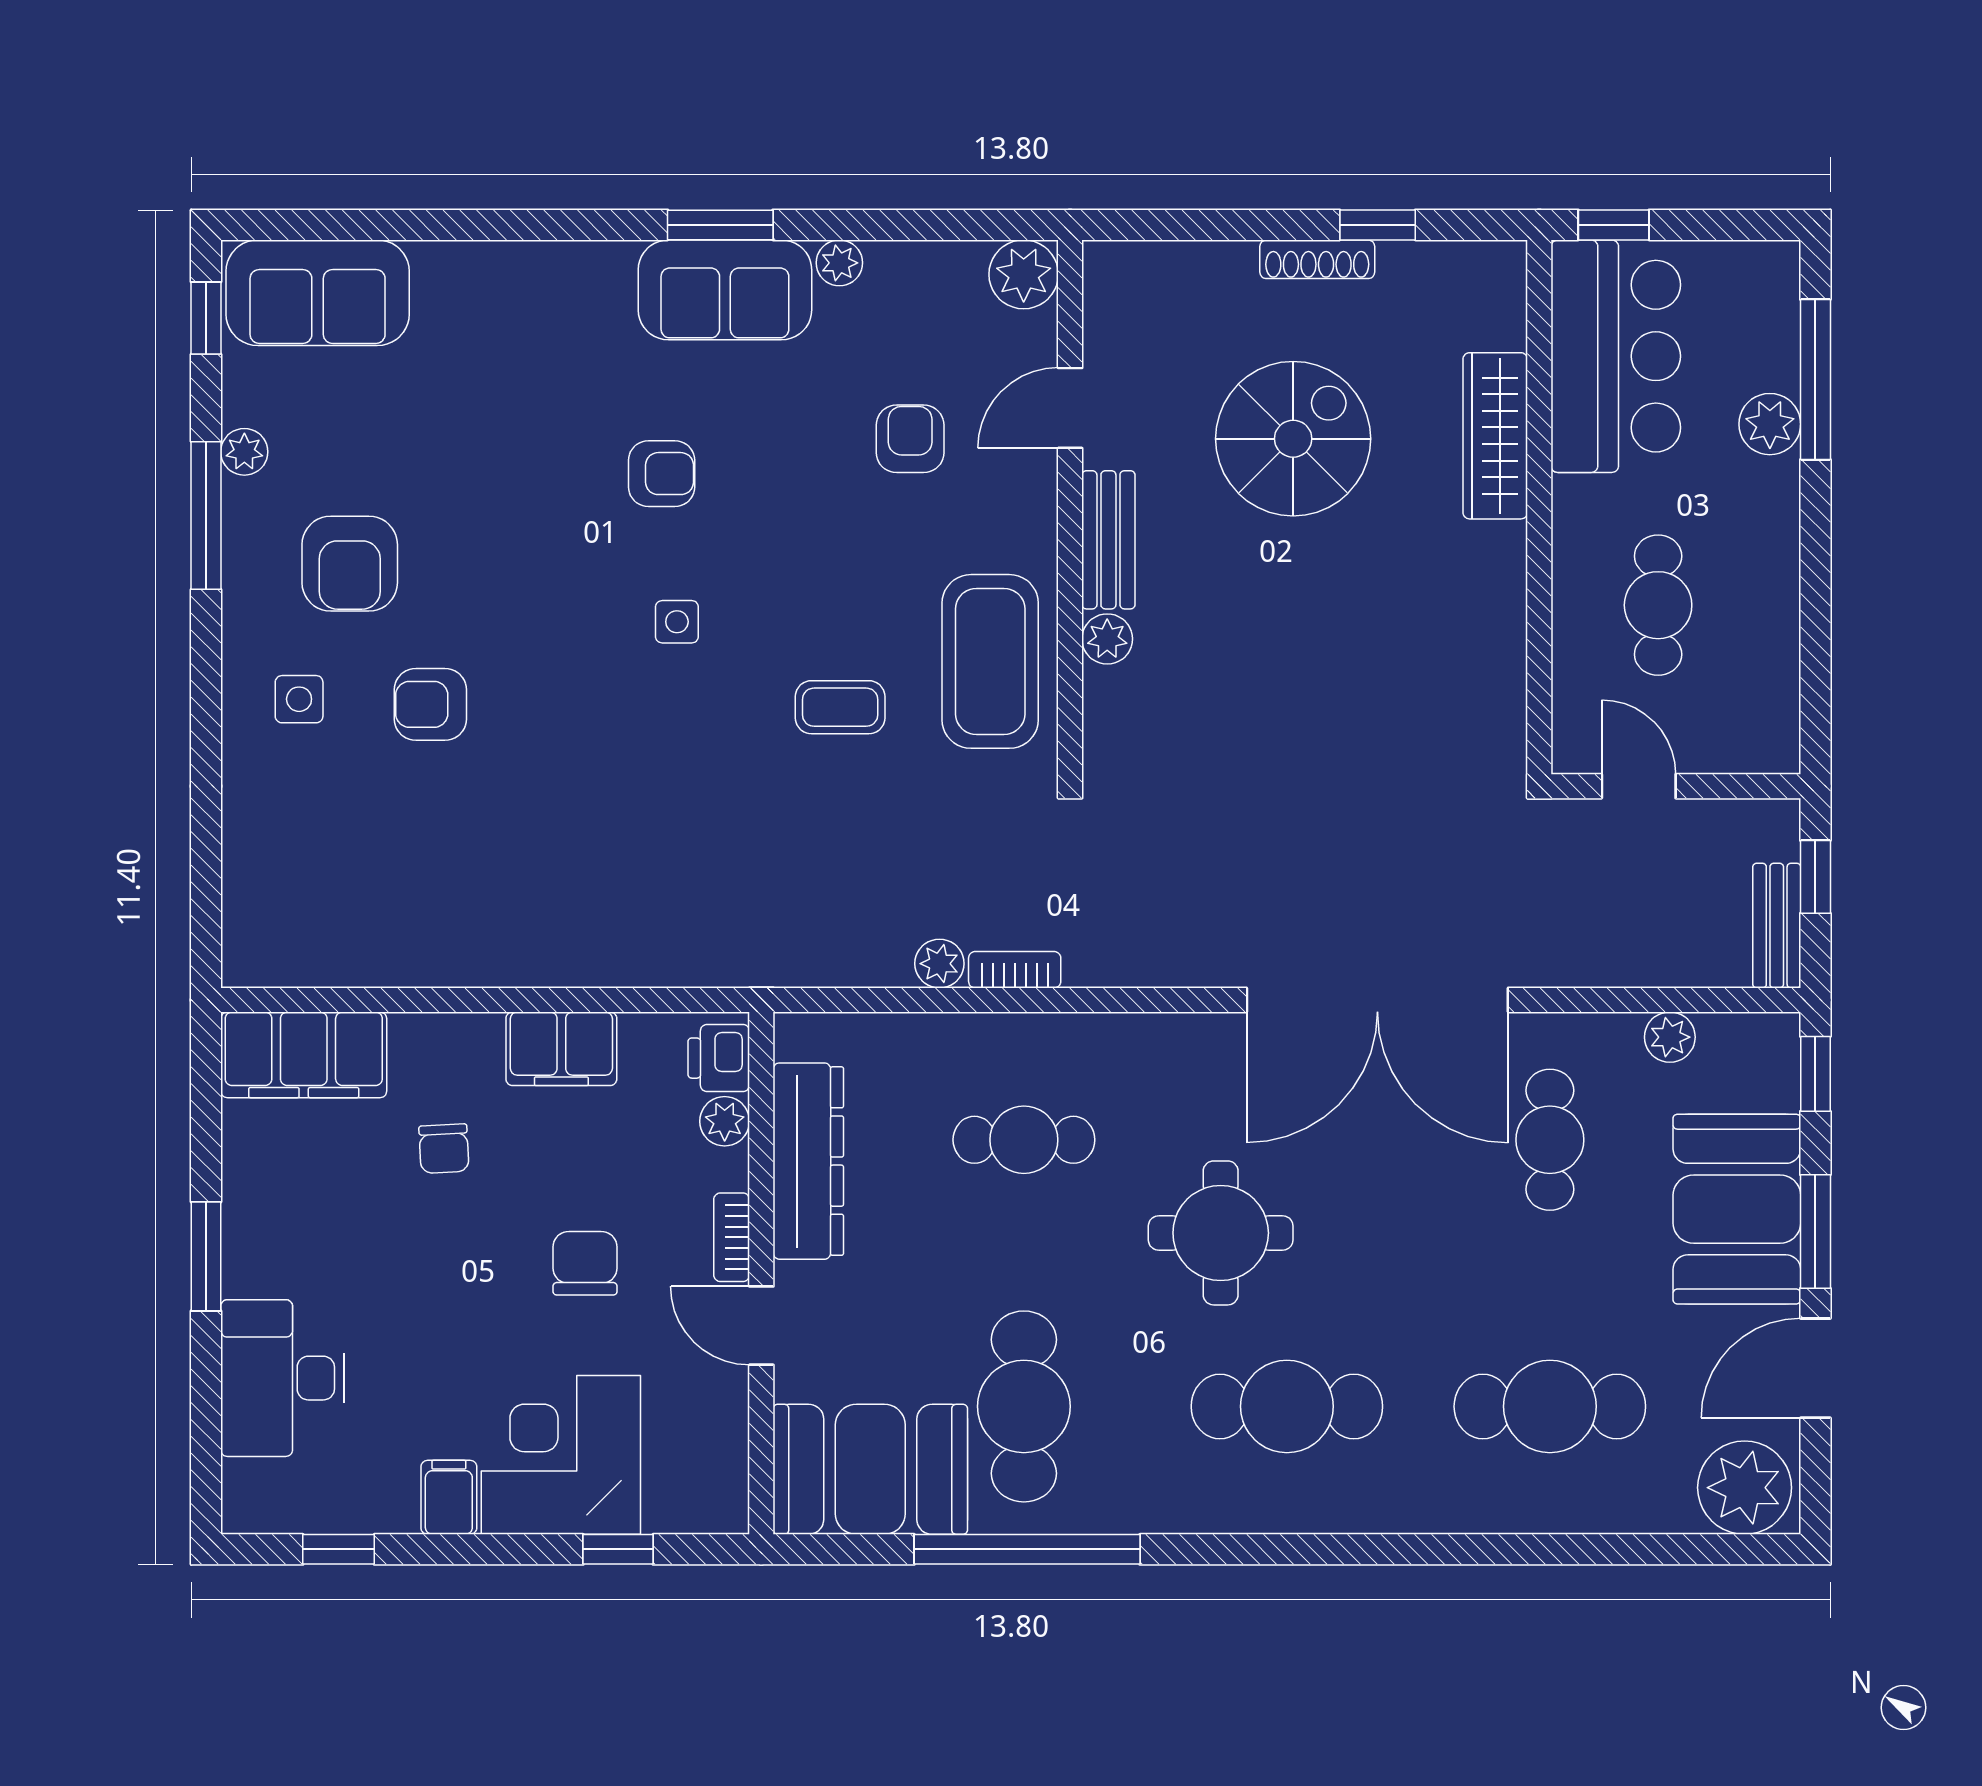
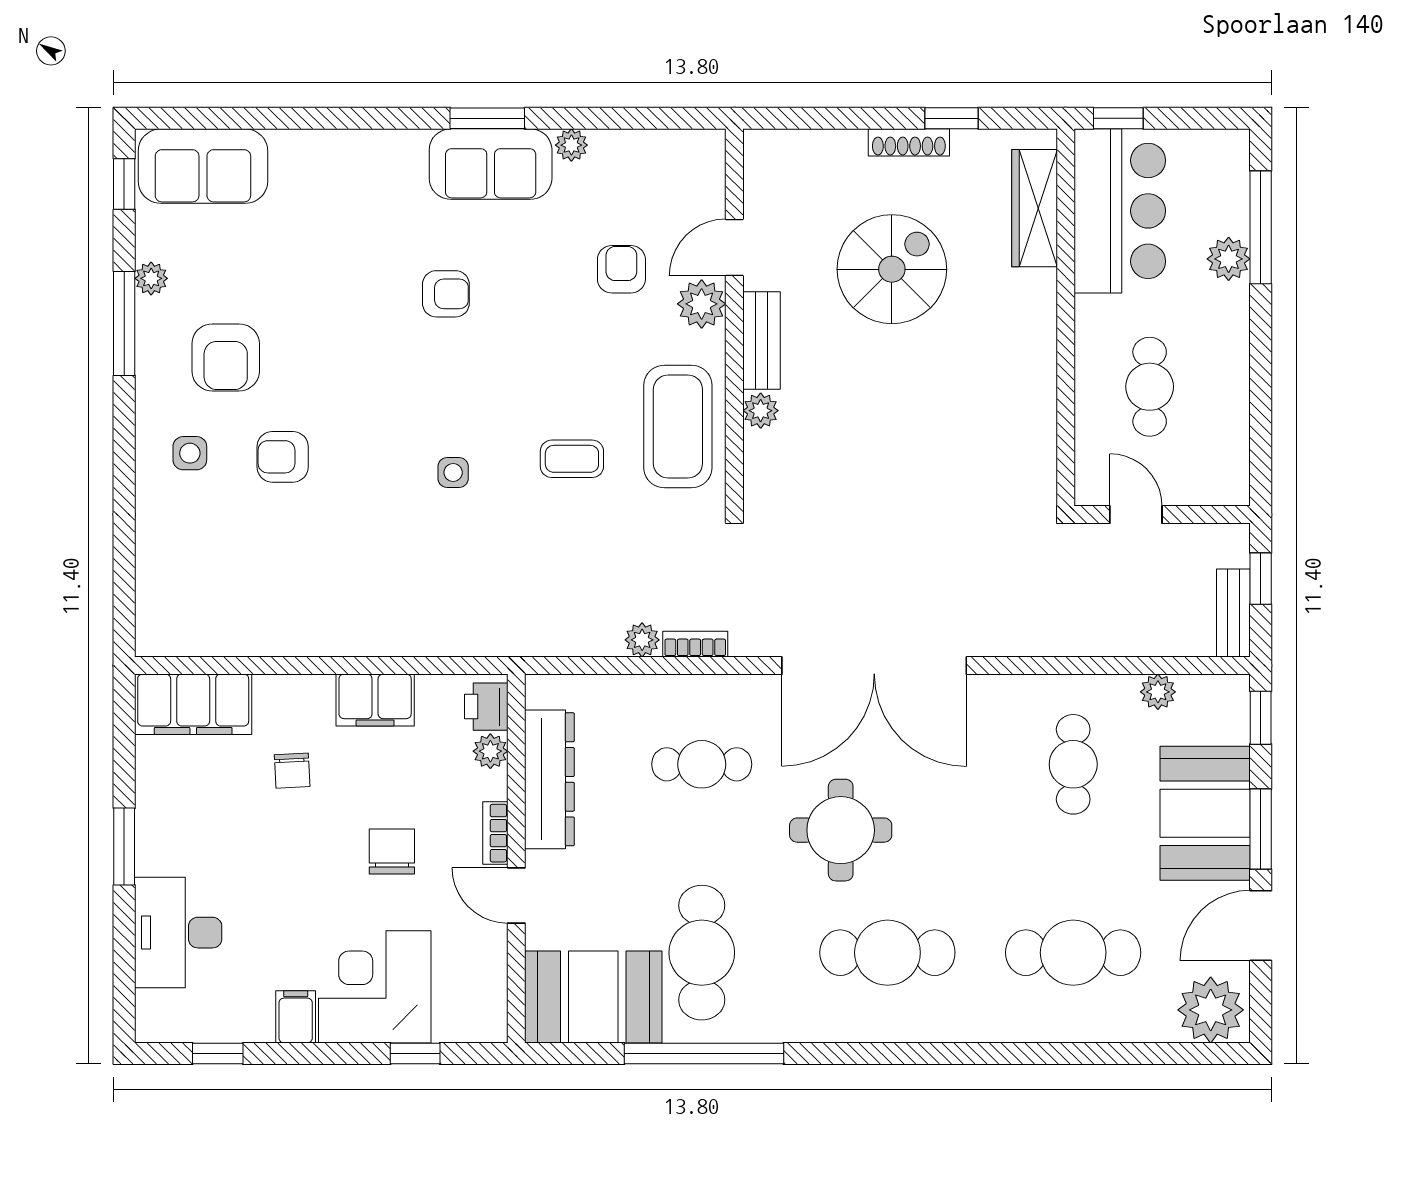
plant: (1024, 274) -> (702, 304), moved
wardrobe: (1495, 436) -> (1035, 208), moved
side table: (677, 622) -> (453, 472), moved
double door: (1377, 1000) -> (874, 666), moved

